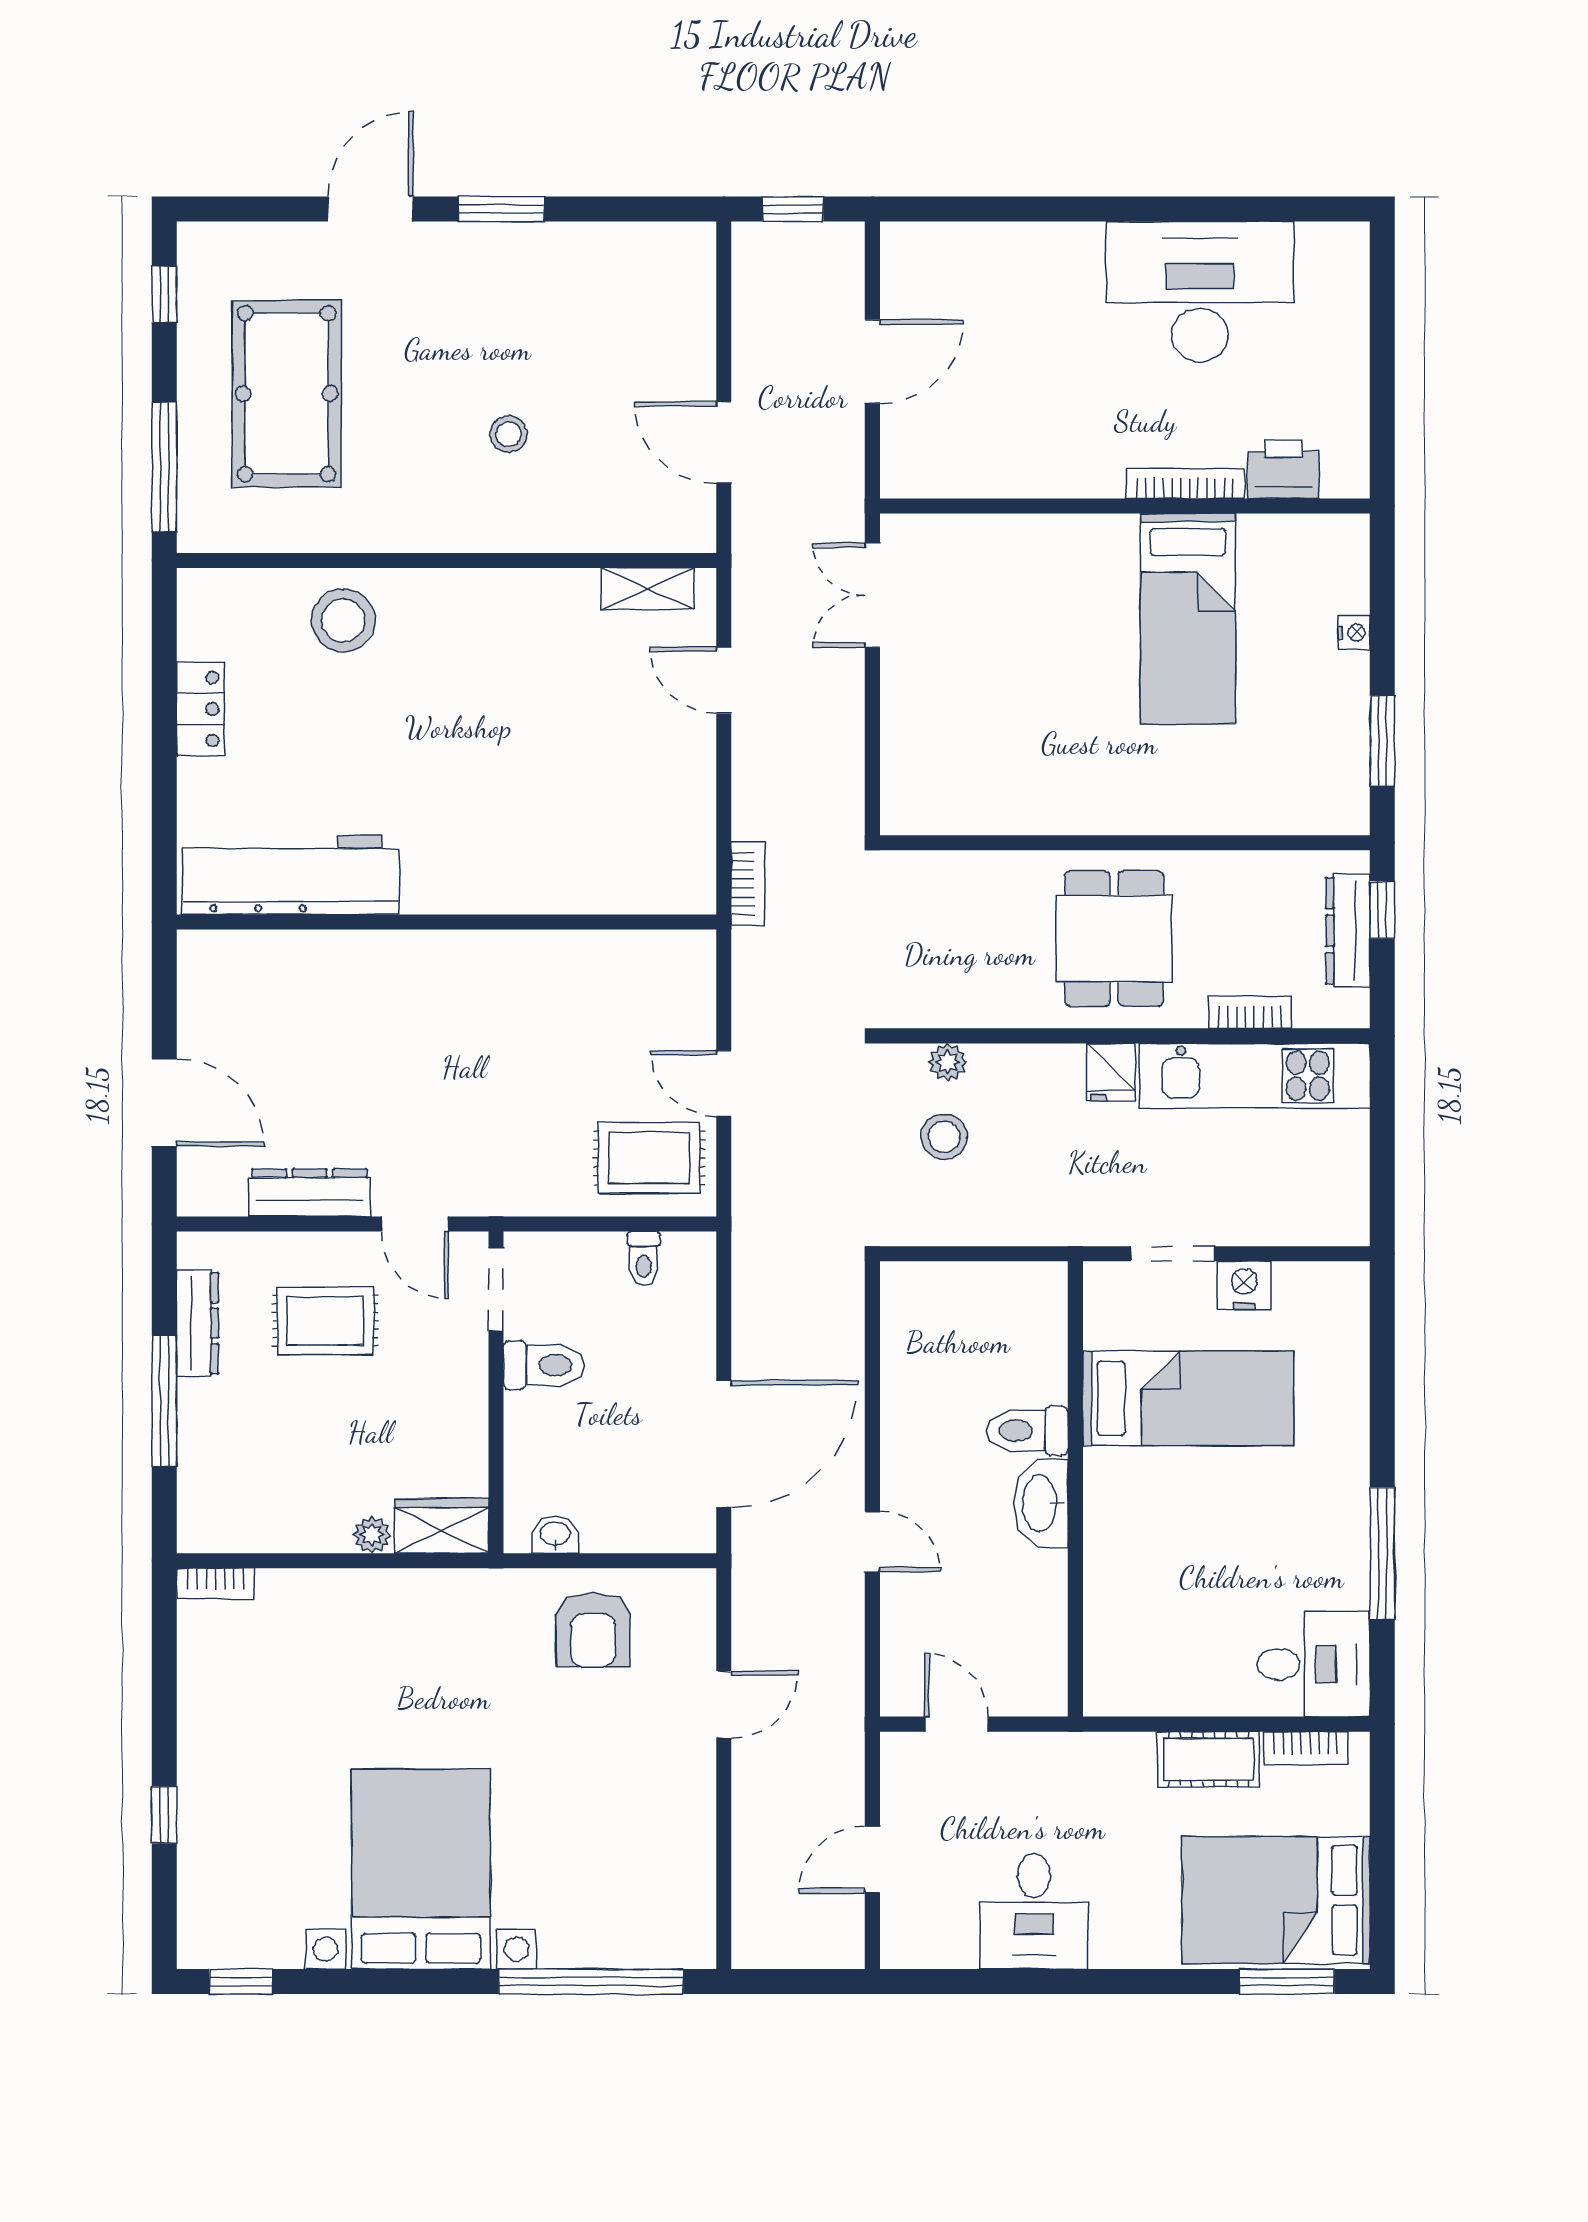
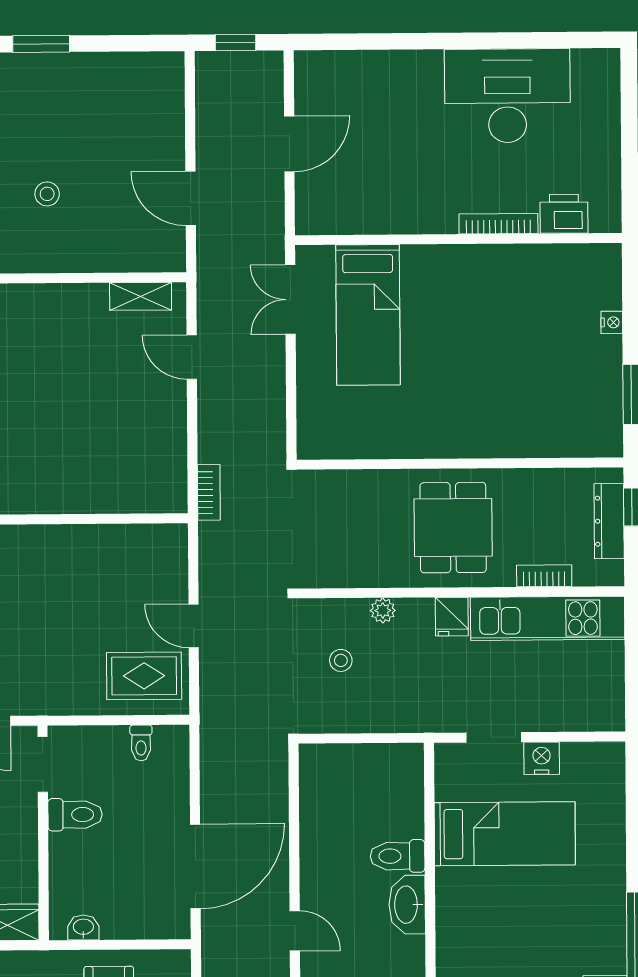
bed: (1188, 619) -> (368, 315), moved
plant: (948, 1062) -> (383, 610), moved
stool: (944, 1137) -> (341, 660), width x0.73, depth x0.73

